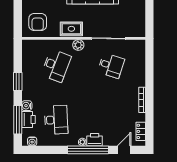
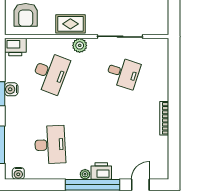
water cooler: (27, 106) -> (11, 89), moved
printer: (28, 120) -> (15, 47), moved, turned 90
locker: (141, 131) -> (162, 160), removed

